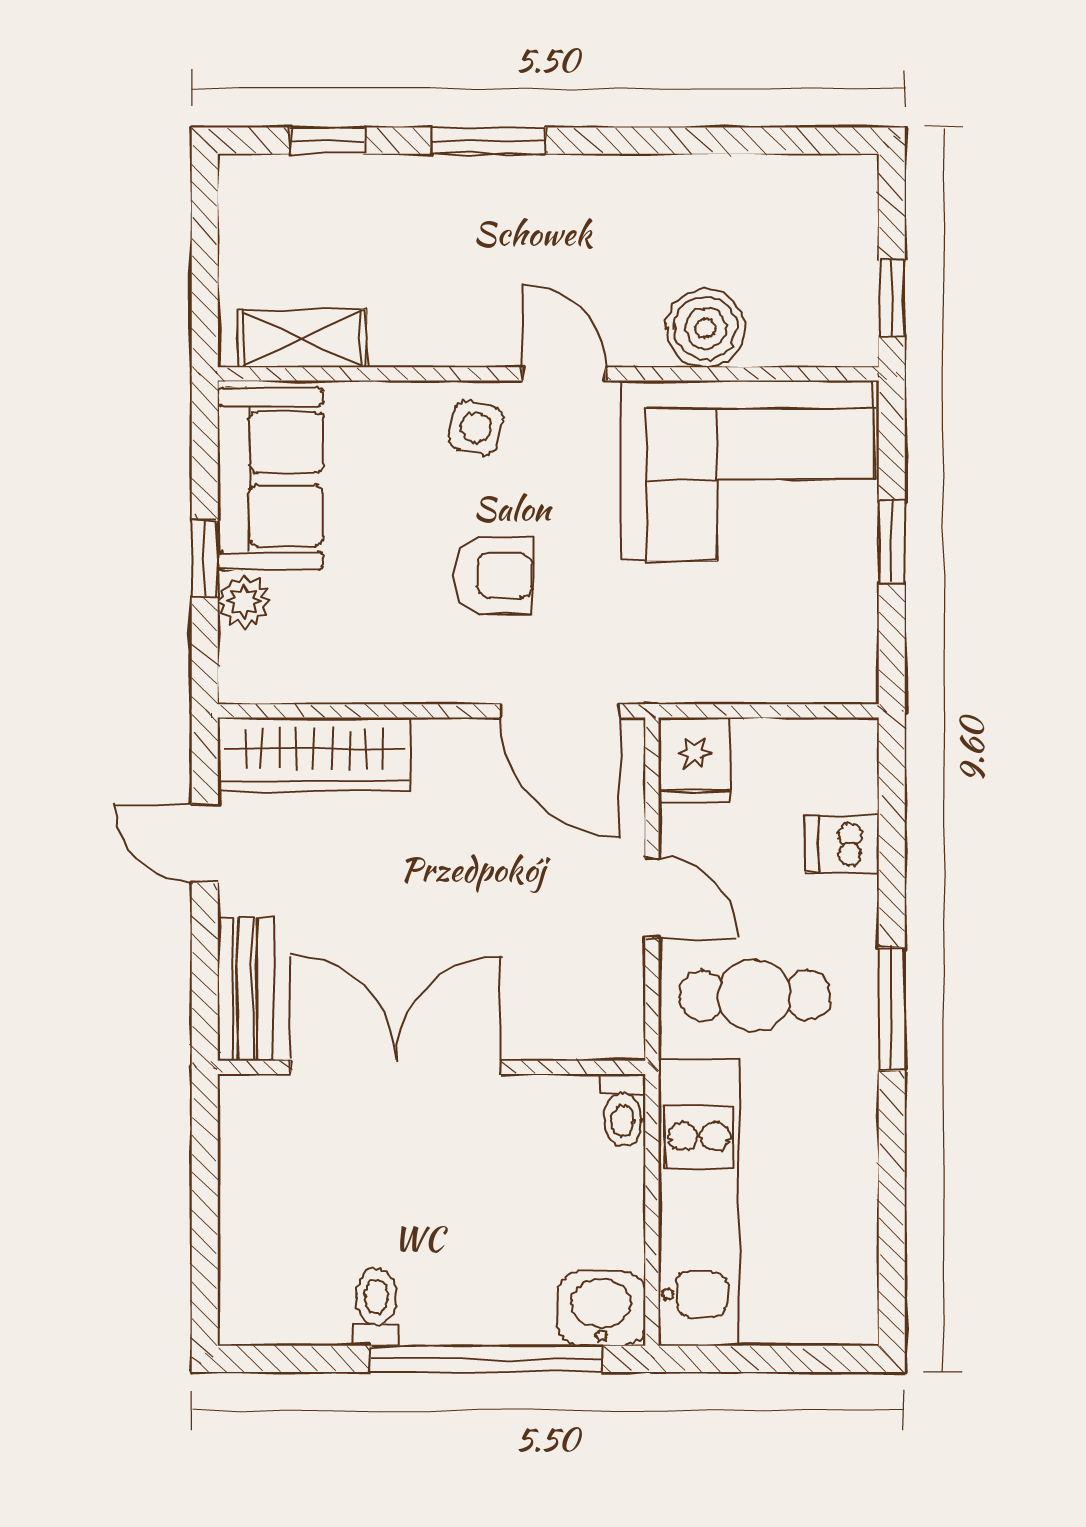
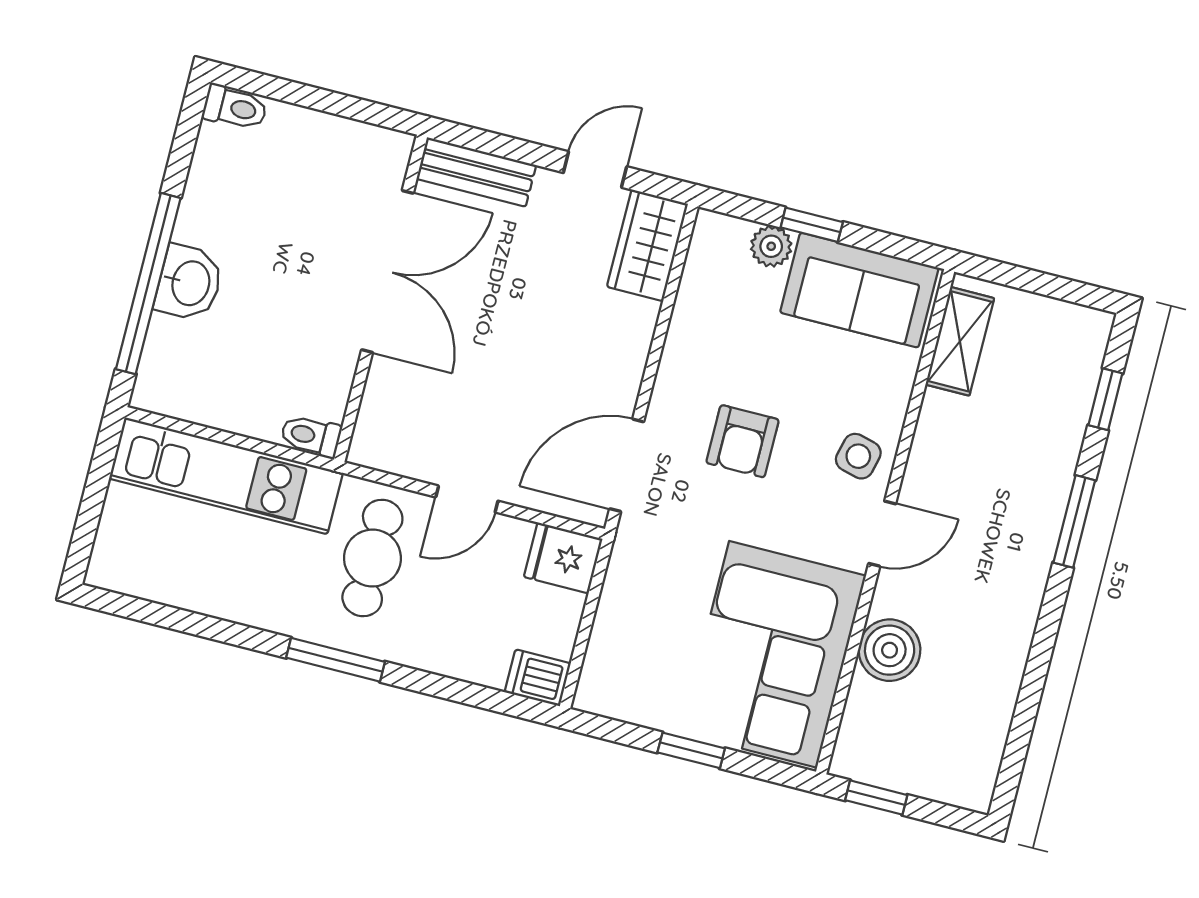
wardrobe: (314, 755) -> (647, 245), width x0.67
dishwasher: (842, 844) -> (538, 678), moved, turned -90
toilet: (376, 1307) -> (235, 108), moved
washbasin: (601, 1309) -> (189, 283), moved

